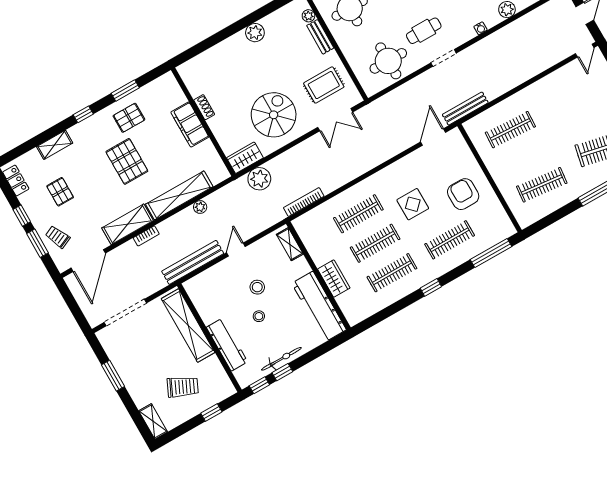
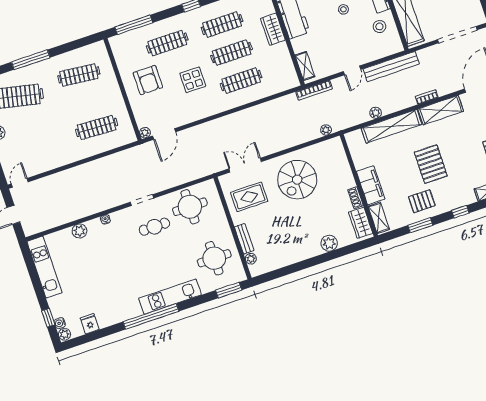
plant: (255, 33) -> (329, 243), moved
shelving: (174, 90) -> (379, 218), added
bench: (465, 109) -> (132, 153), removed
plant: (455, 134) -> (145, 133), added
wardrobe: (245, 158) -> (361, 223), moved, turned 90
plant: (259, 179) -> (326, 130), width x0.53, depth x0.53
bookcase: (304, 202) -> (314, 90), moved
stool: (257, 287) -> (379, 27), moved

